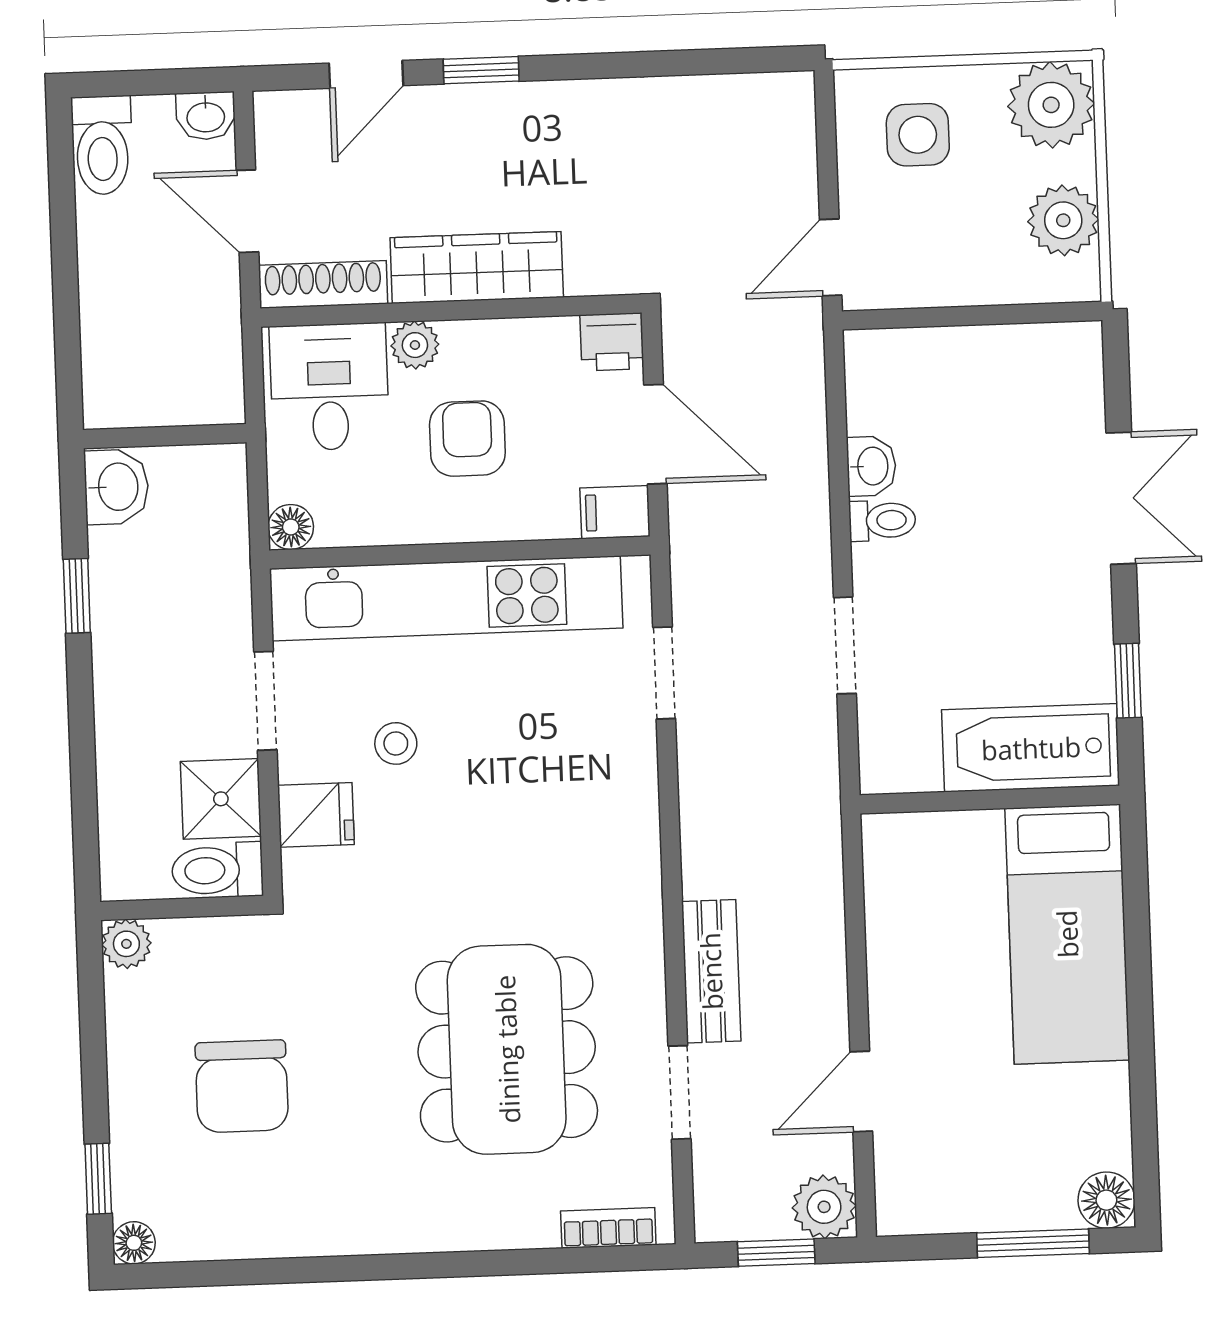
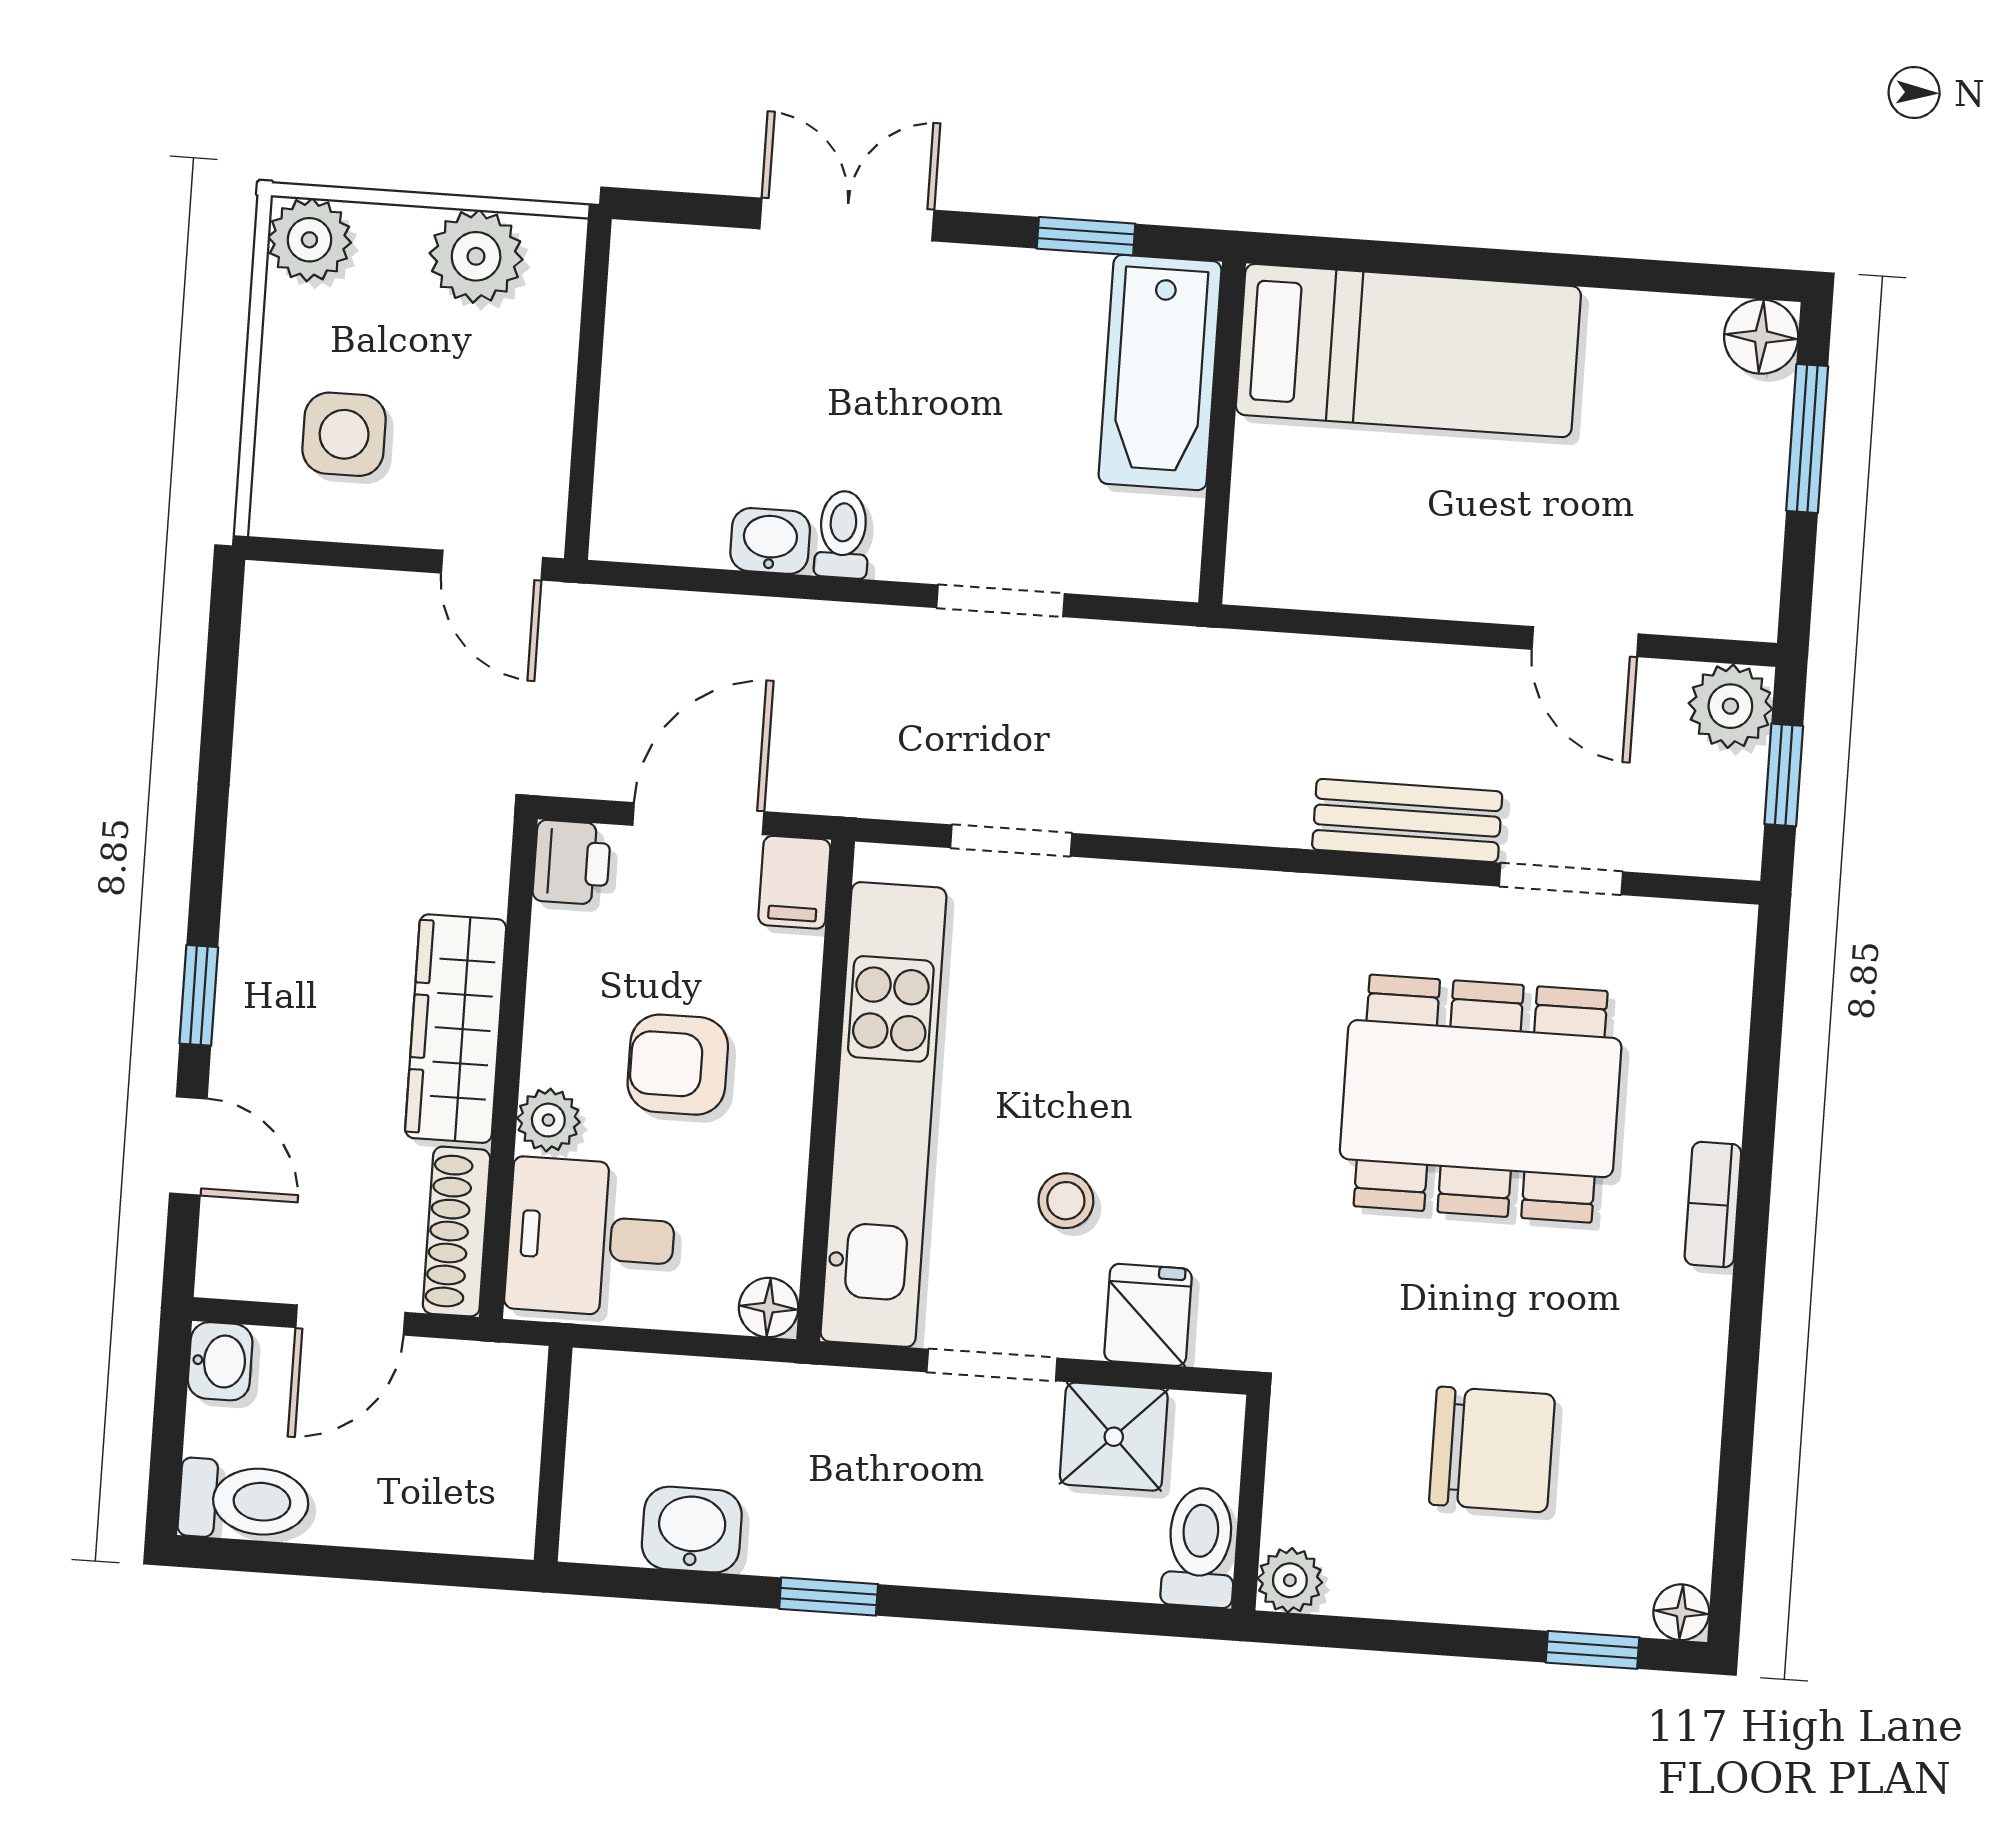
plant: (1051, 105) -> (309, 240), width x0.73, depth x0.73
wall: (165, 436) -> (553, 1454), moved
toilet: (217, 870) -> (1200, 1547), moved, turned 180
bookcase: (608, 1228) -> (1713, 1204), moved

